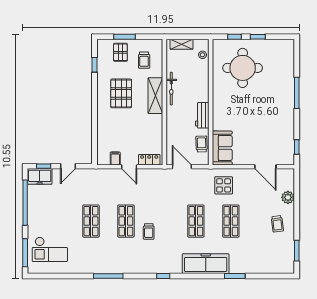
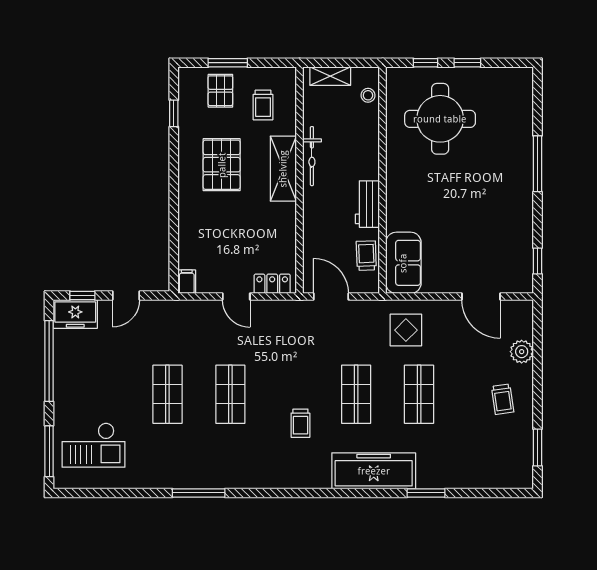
filing cabinet: (115, 158) -> (187, 282), moved
trolley: (149, 232) -> (300, 423), moved
window: (163, 276) -> (298, 493), removed

